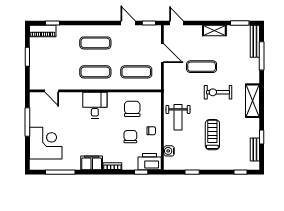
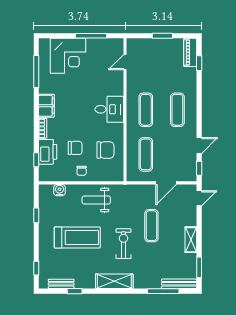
treadmill: (212, 135) -> (77, 238), width x1.37, depth x1.38
printer: (150, 162) -> (48, 152), moved

